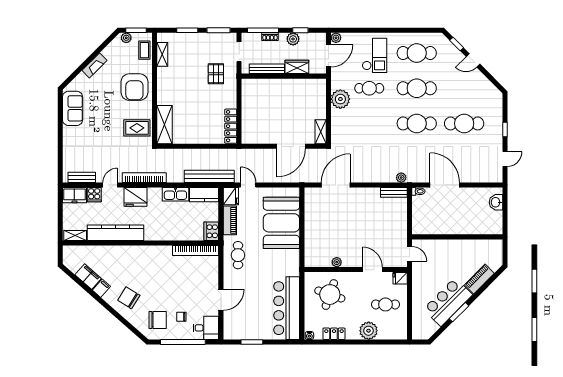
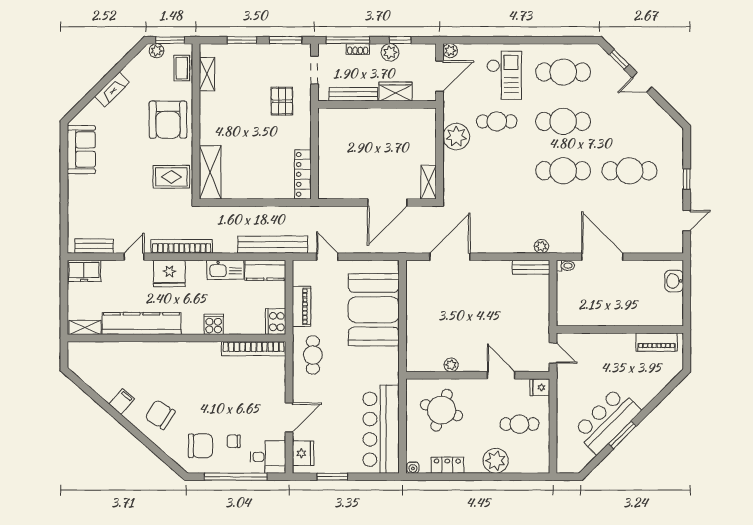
cooker: (94, 195) -> (214, 324), moved, turned 180
fridge: (231, 196) -> (303, 453), moved
filing cabinet: (88, 277) -> (103, 385), removed
piano: (479, 279) -> (657, 342), moved, turned -135

